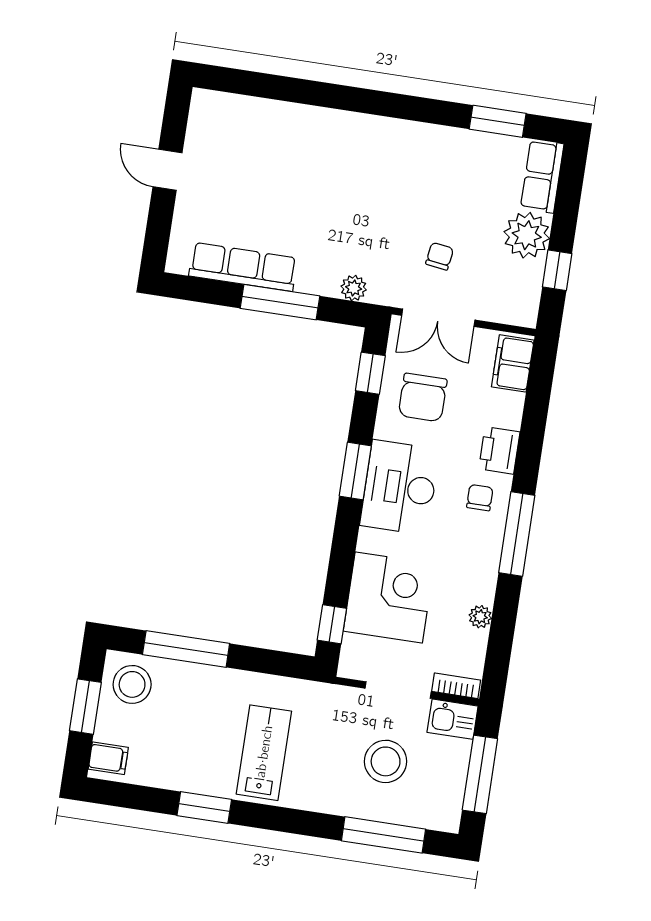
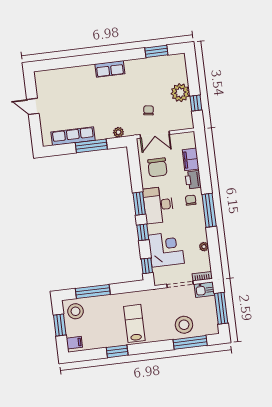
row of seats: (542, 176) -> (110, 69), moved, turned -90
filing cabinet: (513, 363) -> (191, 159), moved
window: (370, 373) -> (143, 232), moved
stool: (386, 761) -> (184, 325), moved

